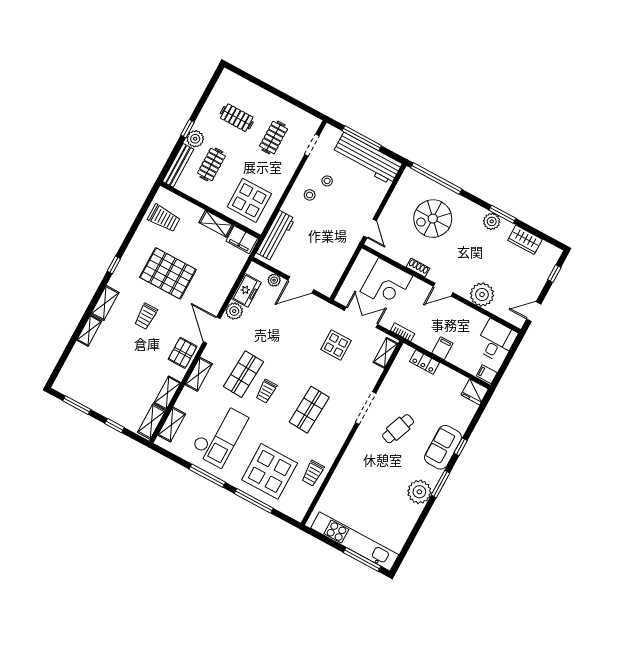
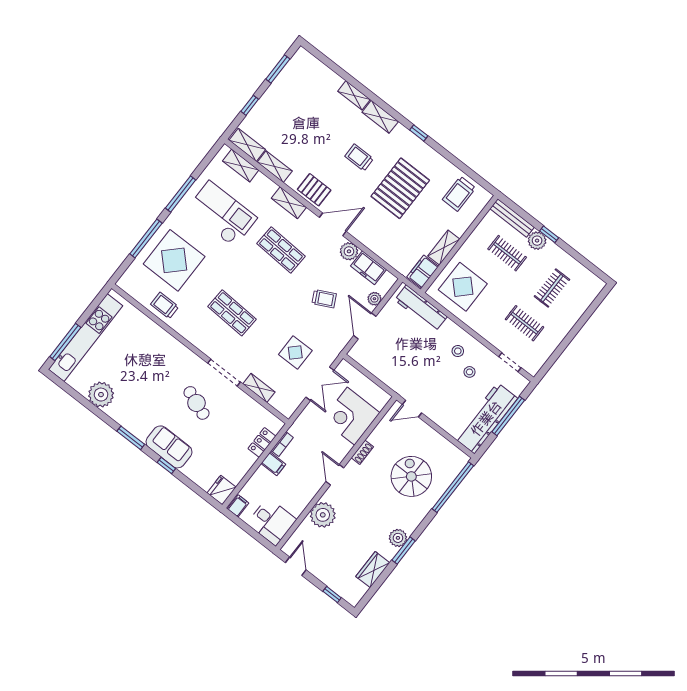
bookcase: (403, 332) -> (282, 444), moved
shelving: (386, 353) -> (259, 388), moved
trolley: (266, 391) -> (324, 299), moved, turned 153
checkout: (219, 435) -> (222, 214), turned 180
plant: (419, 492) -> (101, 395), moved

